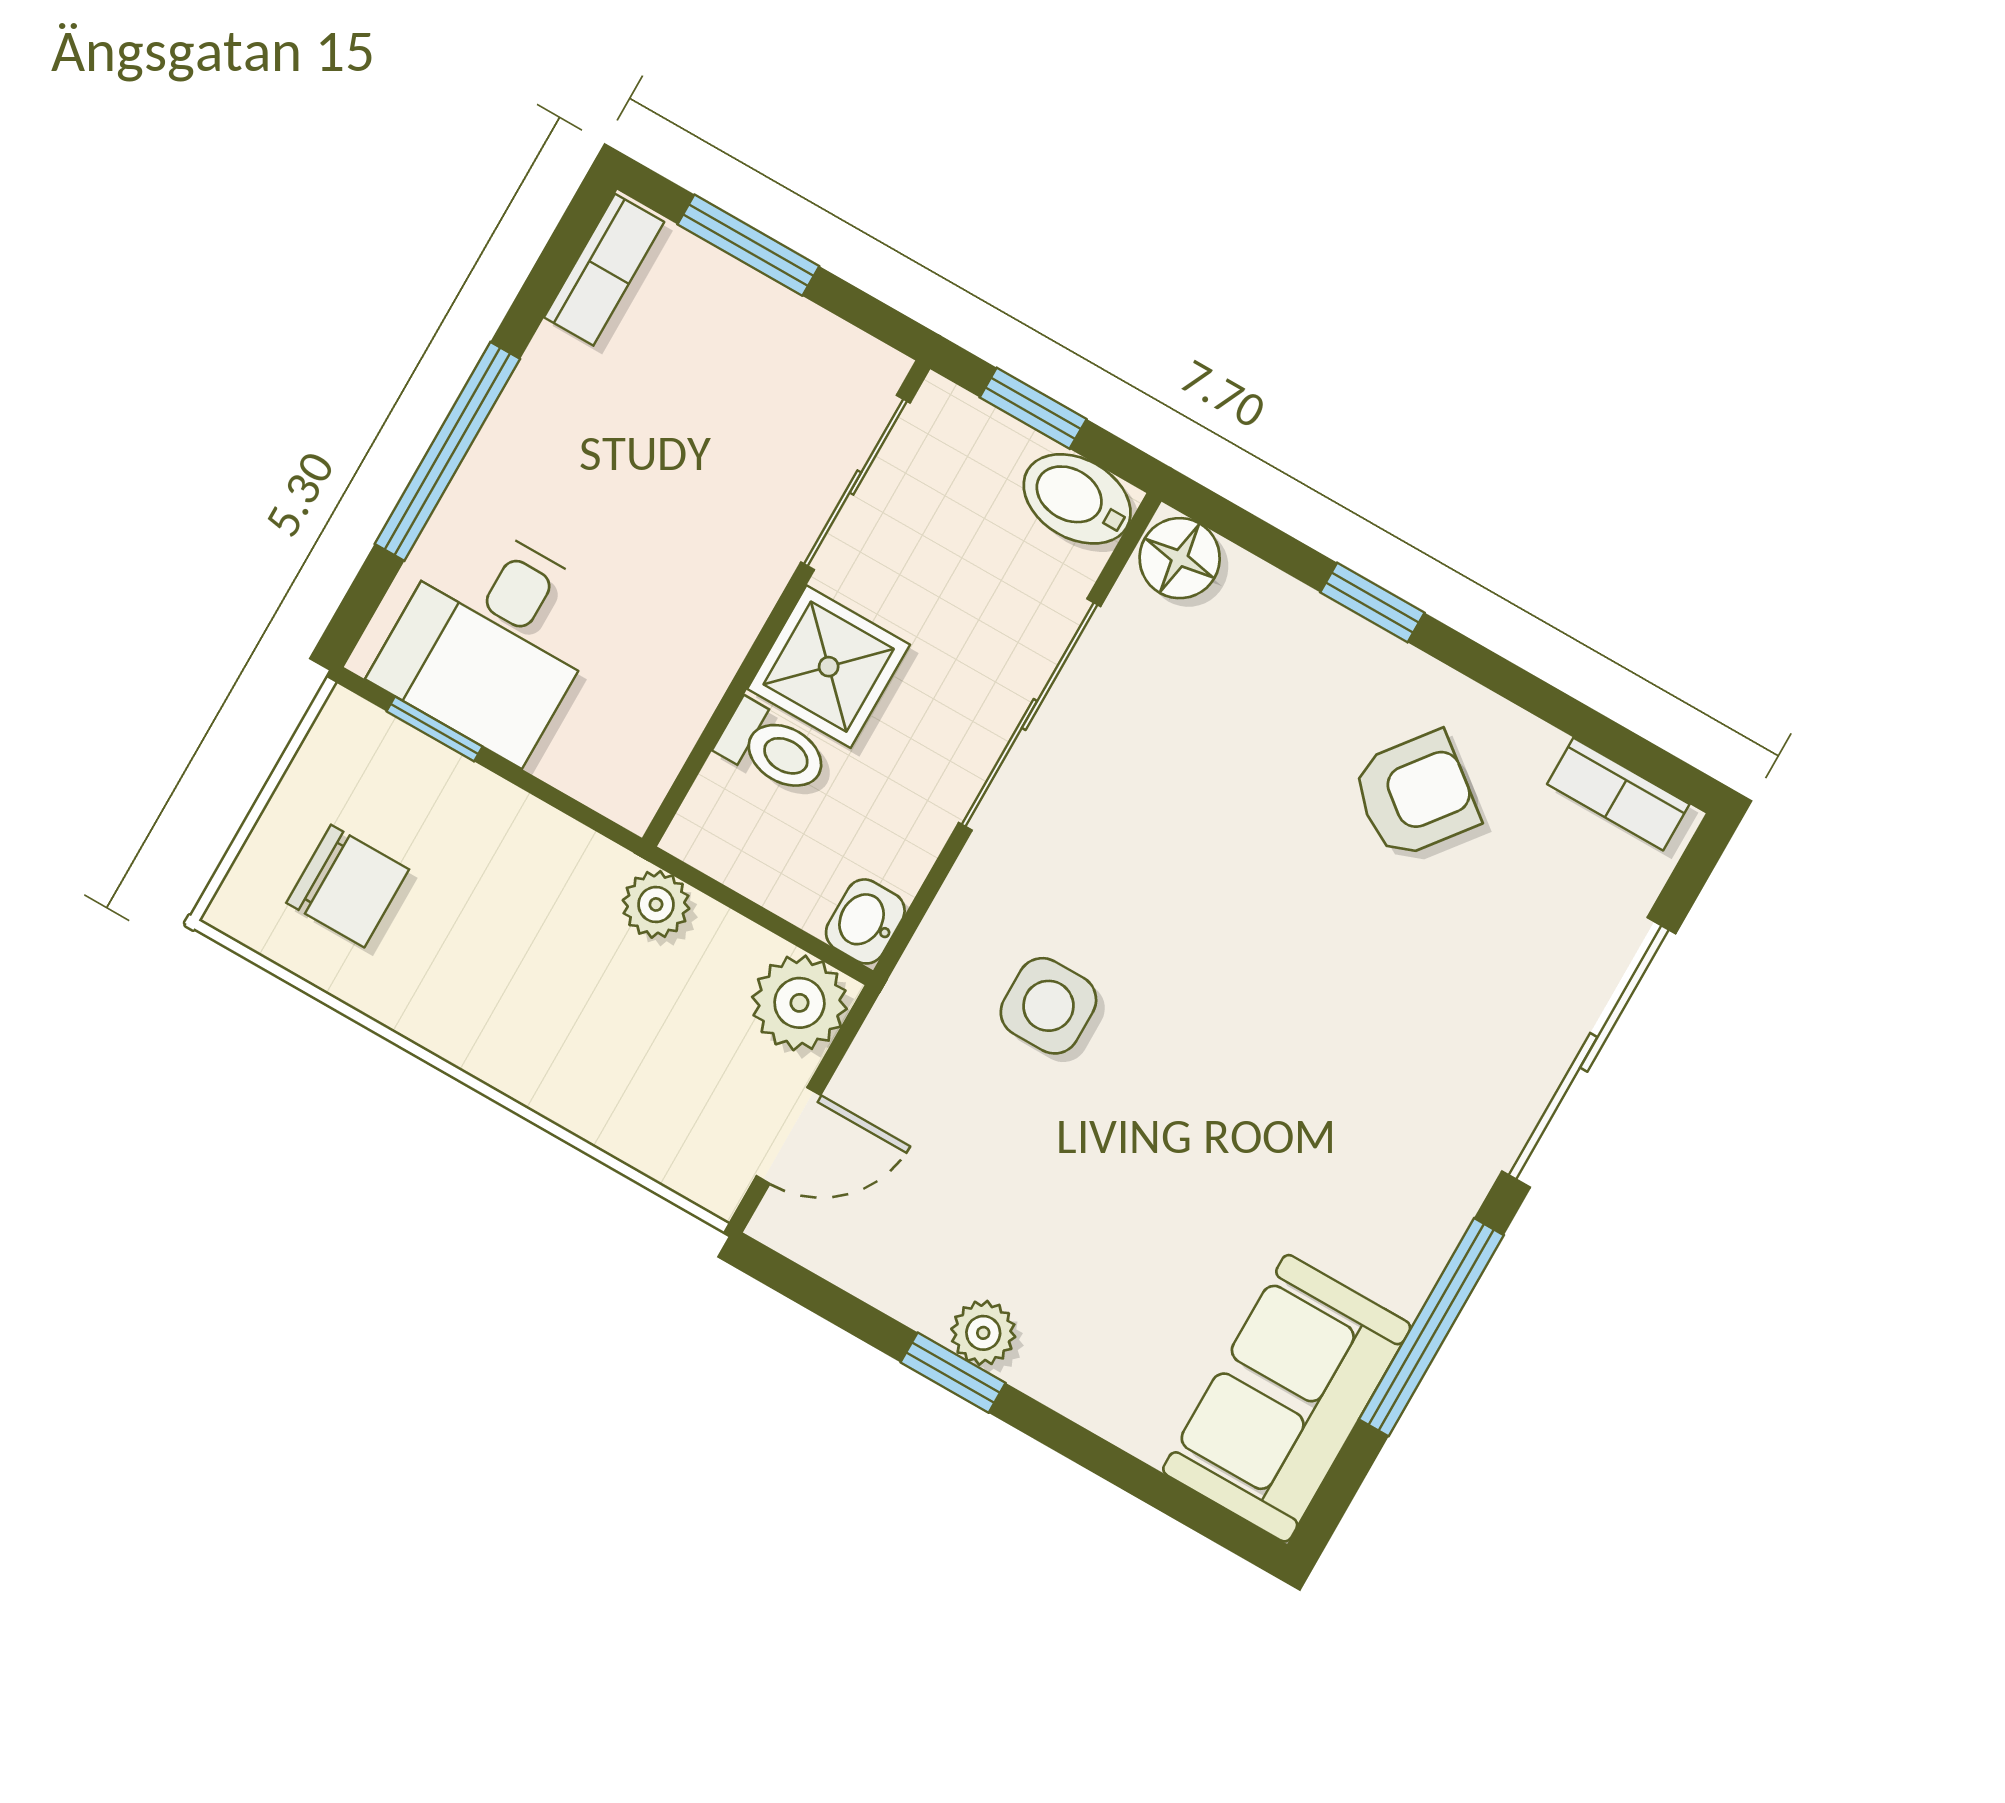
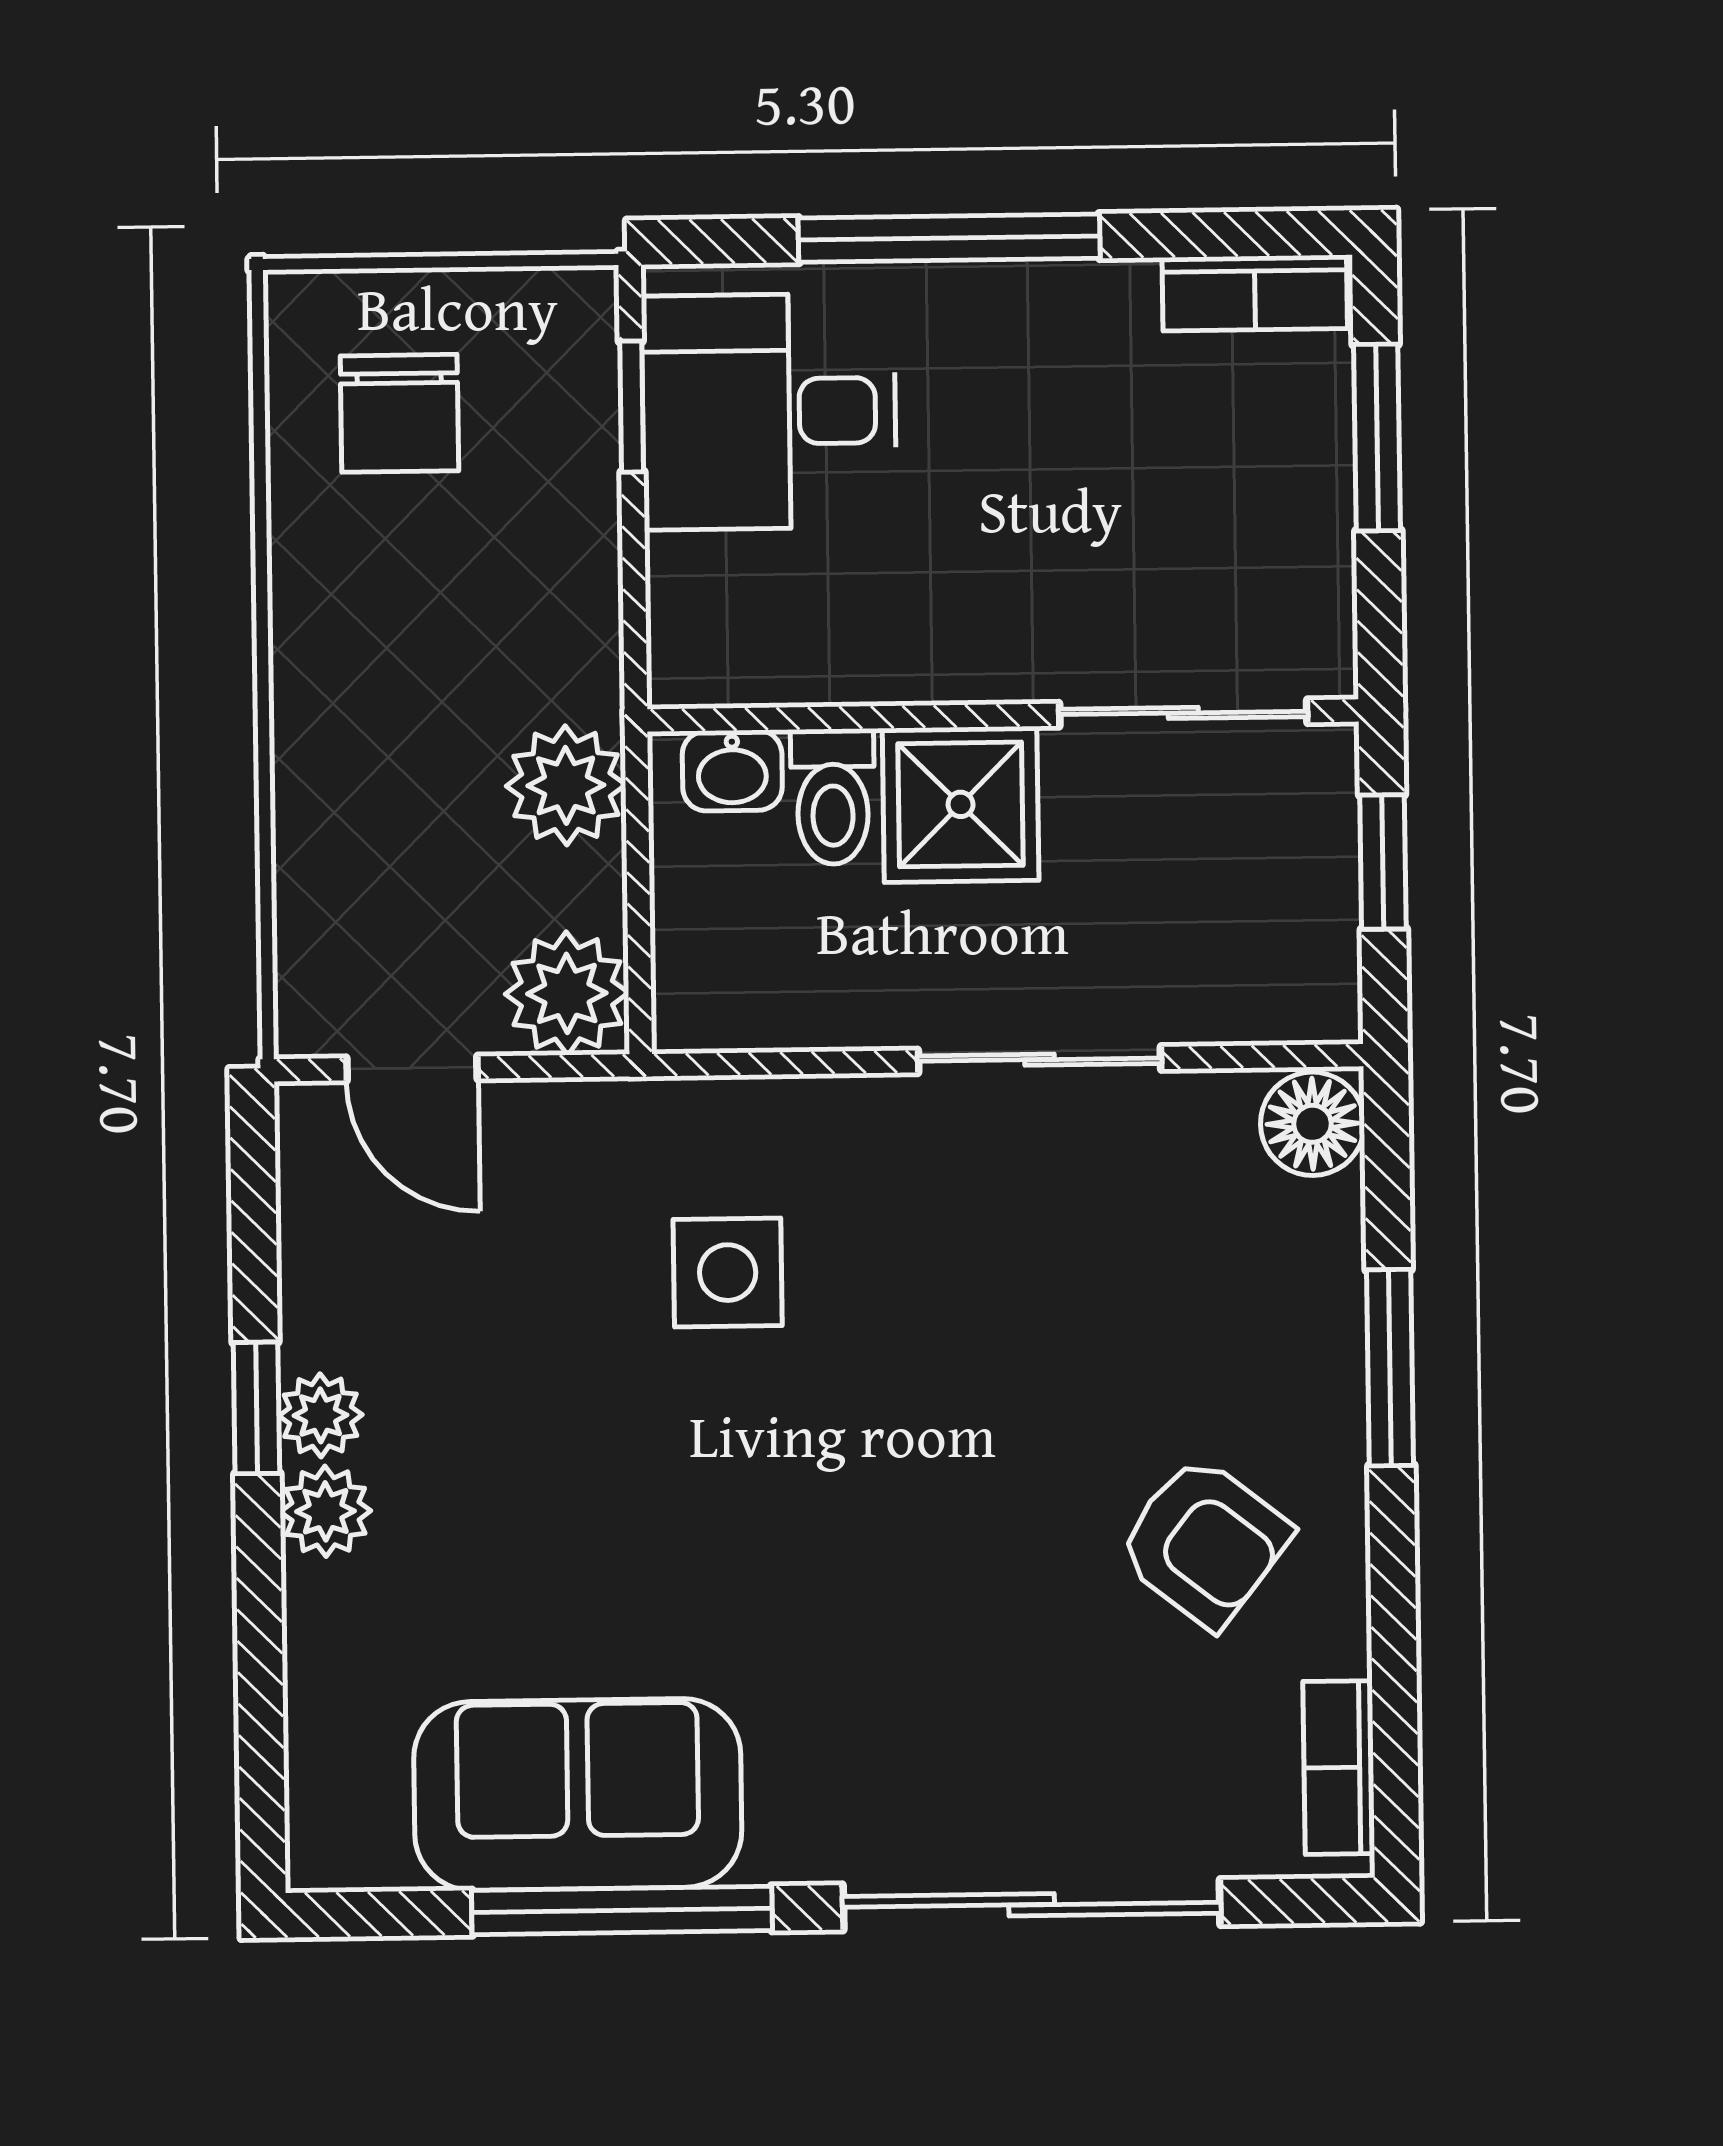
bidet: (1077, 499) -> (1311, 971), removed
window: (1372, 603) -> (1390, 1368), width x1.50
sliding door: (1030, 715) -> (1040, 1060), width x0.73
plant: (656, 904) -> (566, 785), width x1.38, depth x1.38
washbasin: (865, 921) -> (732, 771), moved, turned 180
plant: (1049, 1367) -> (326, 1511), added
sofa: (1287, 1398) -> (578, 1794), moved

